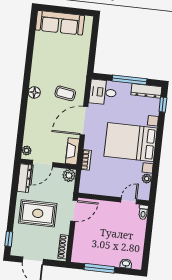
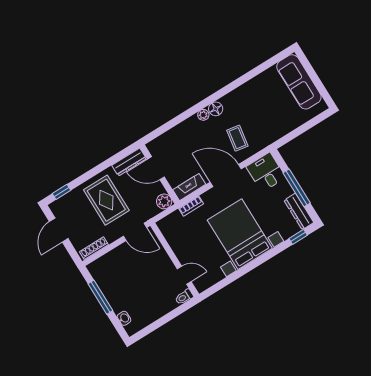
plant: (27, 150) -> (203, 115), moved
plant: (147, 179) -> (218, 276), removed

